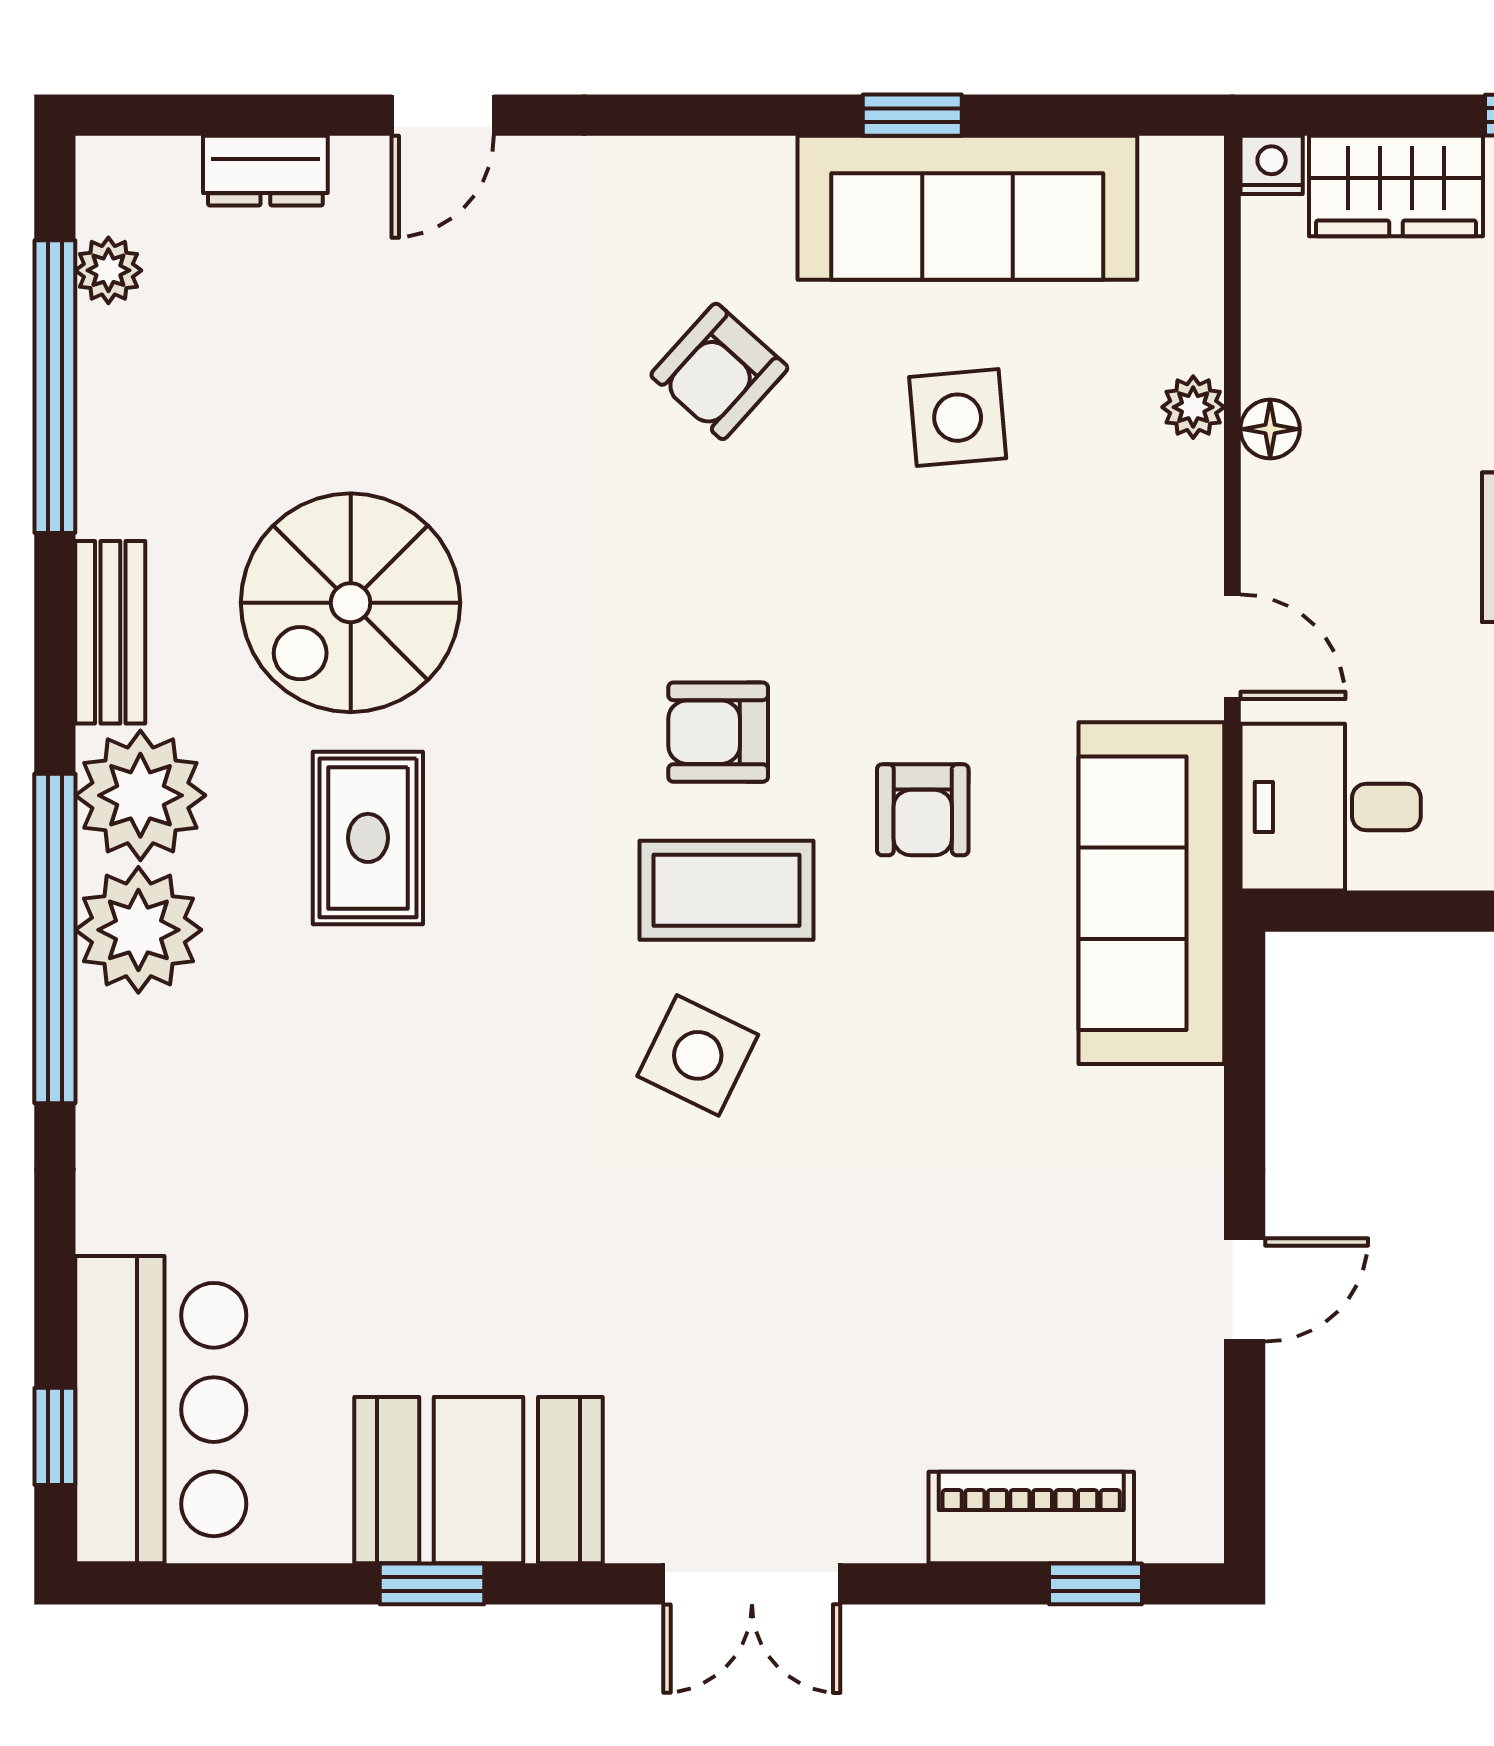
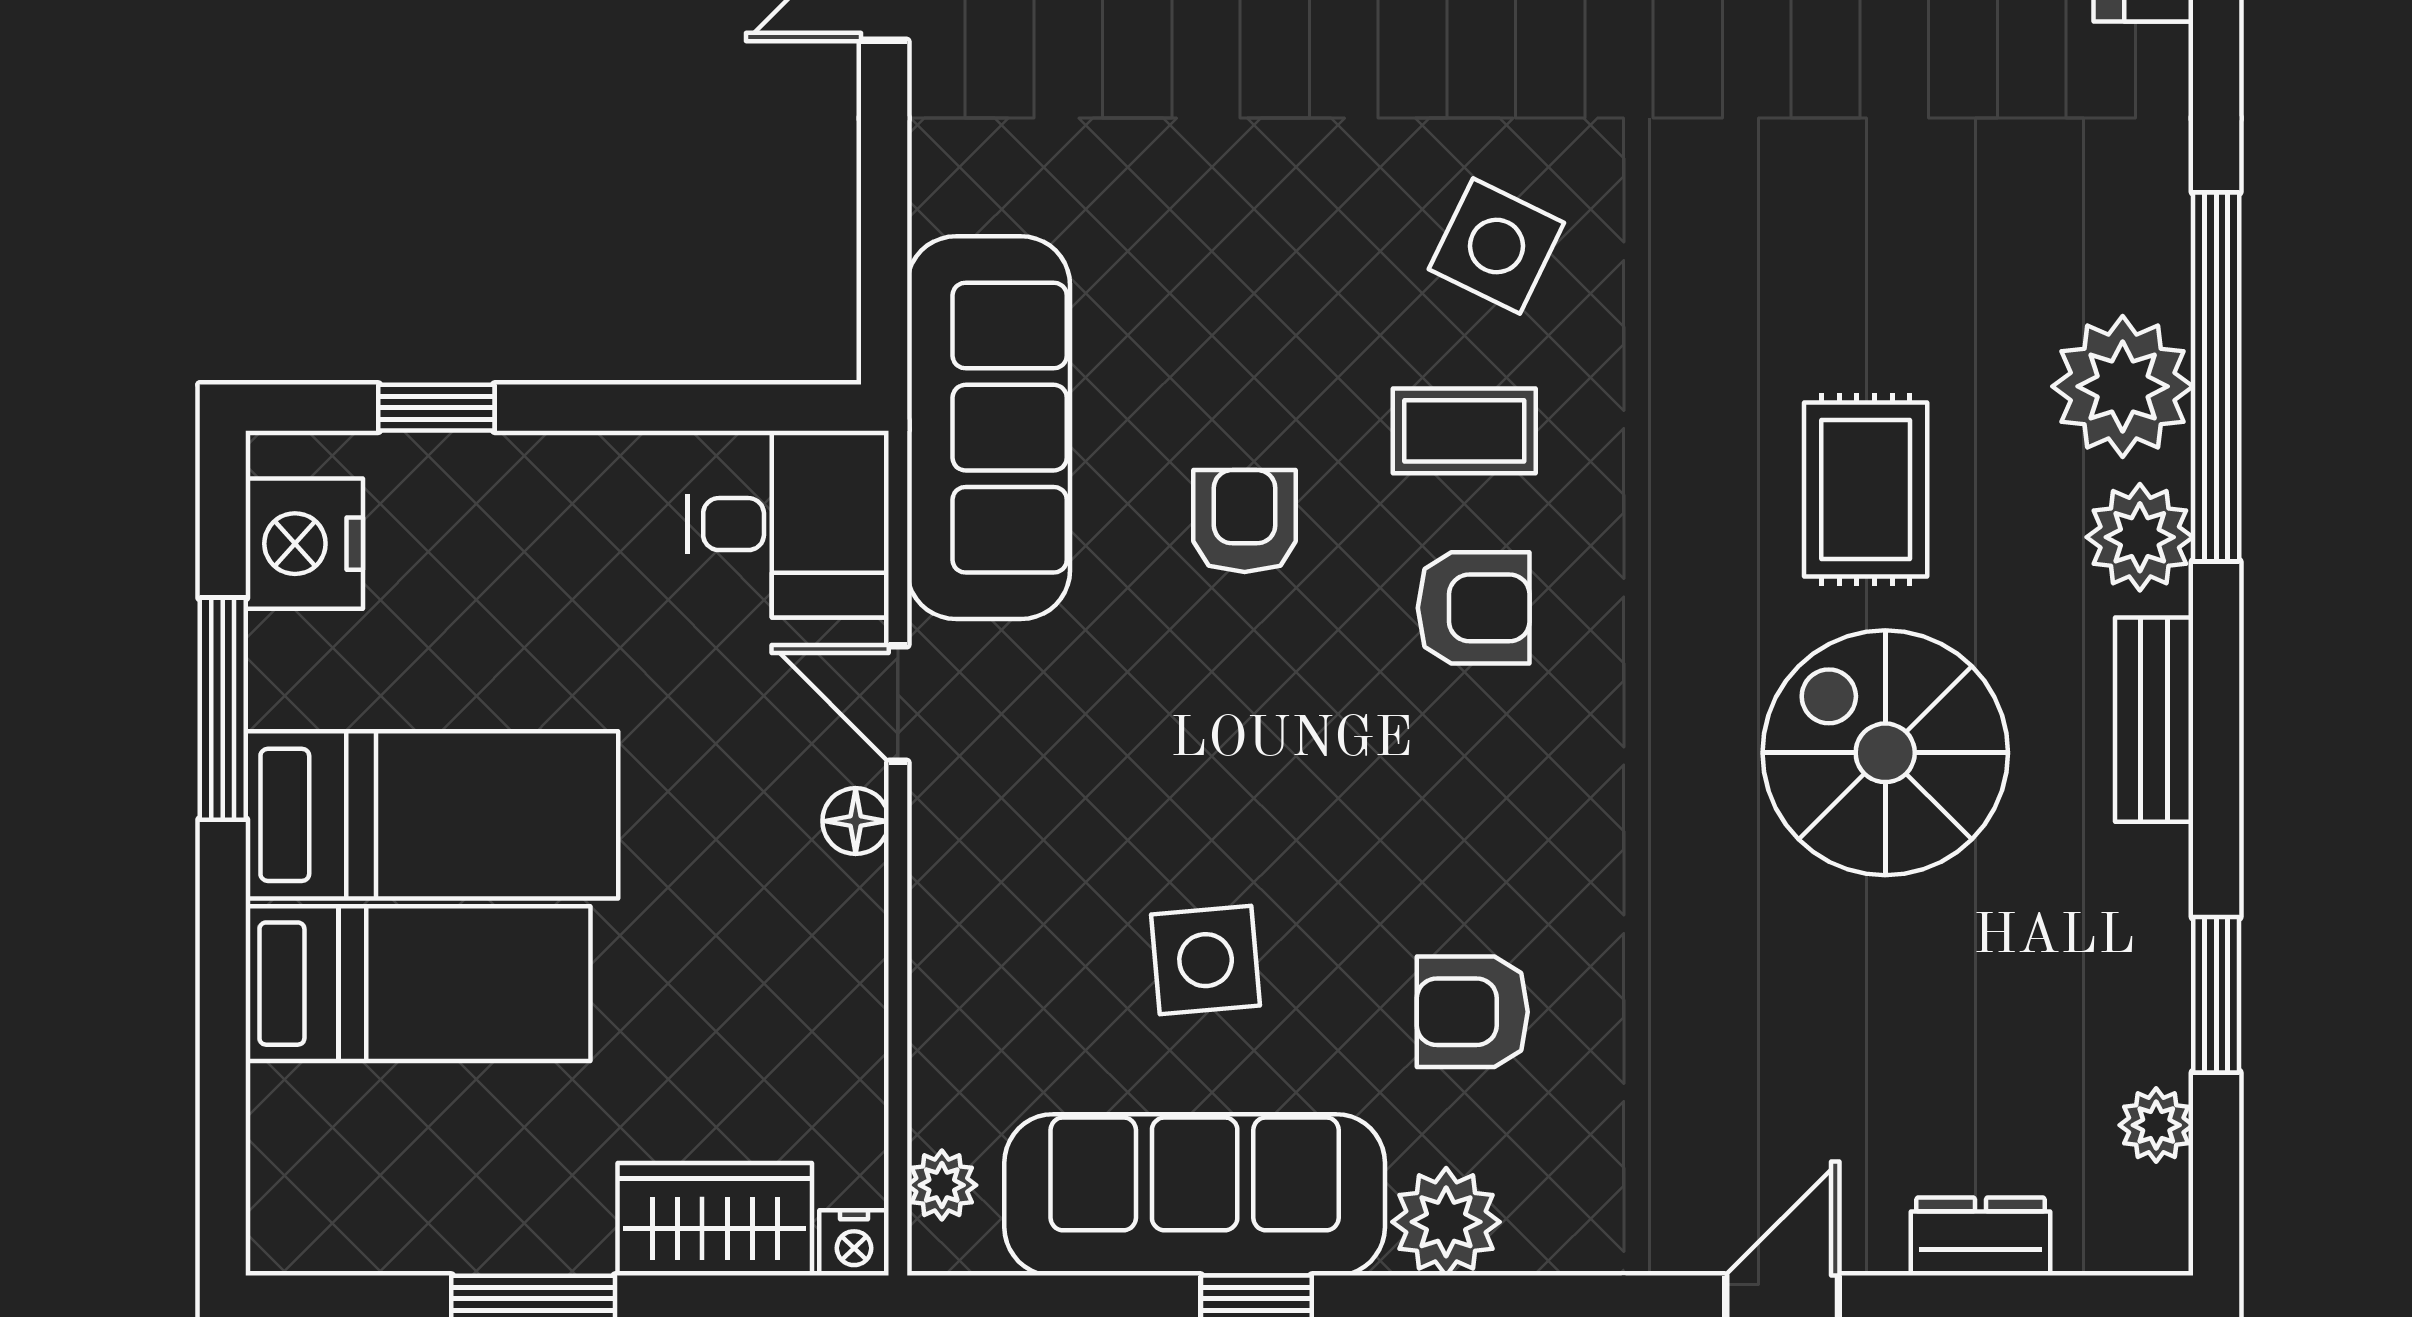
plant: (743, 184) -> (1446, 1222), added
armchair: (719, 371) -> (1472, 1012), turned -132
window: (55, 387) -> (2216, 995), width x0.47
plant: (1193, 407) -> (942, 1185), moved
floor lamp: (1270, 429) -> (856, 821), moved
spiral stairs: (351, 603) -> (1885, 753), turned -90
plant: (140, 795) -> (2140, 537), width x0.73, depth x0.73
coffee table: (726, 890) -> (1464, 431), width x0.73, depth x0.77

